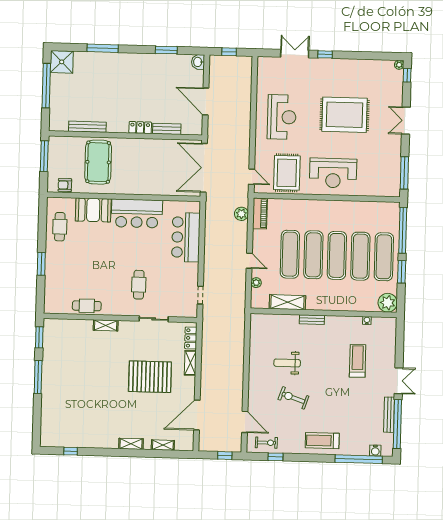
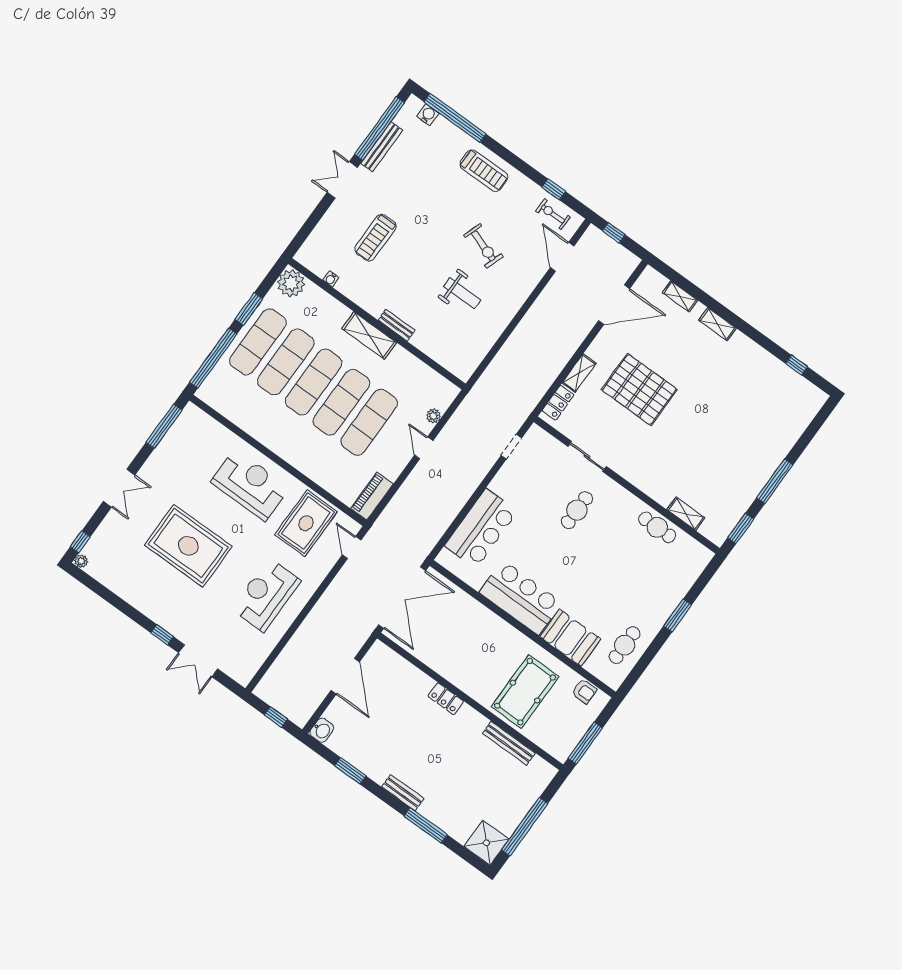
bench: (167, 129) -> (403, 793), moved
plant: (241, 214) -> (395, 511), removed
shelving: (287, 302) -> (369, 336), moved
shelving: (106, 325) -> (686, 514), moved

